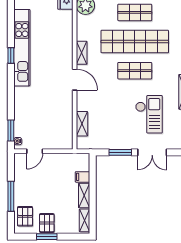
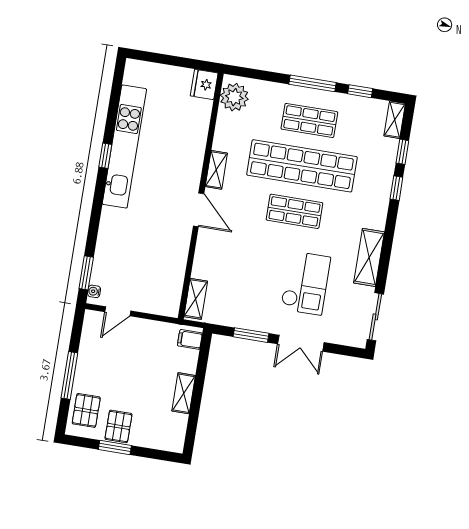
shelving: (82, 124) -> (196, 299), moved
filing cabinet: (83, 177) -> (190, 339), moved
shelving: (85, 220) -> (178, 432), removed

